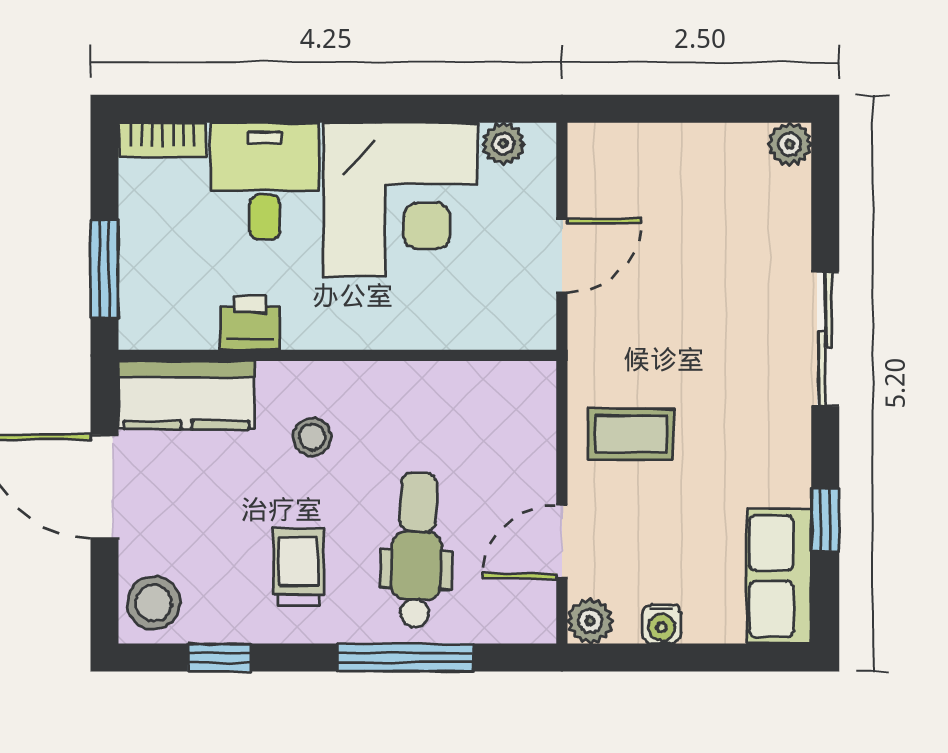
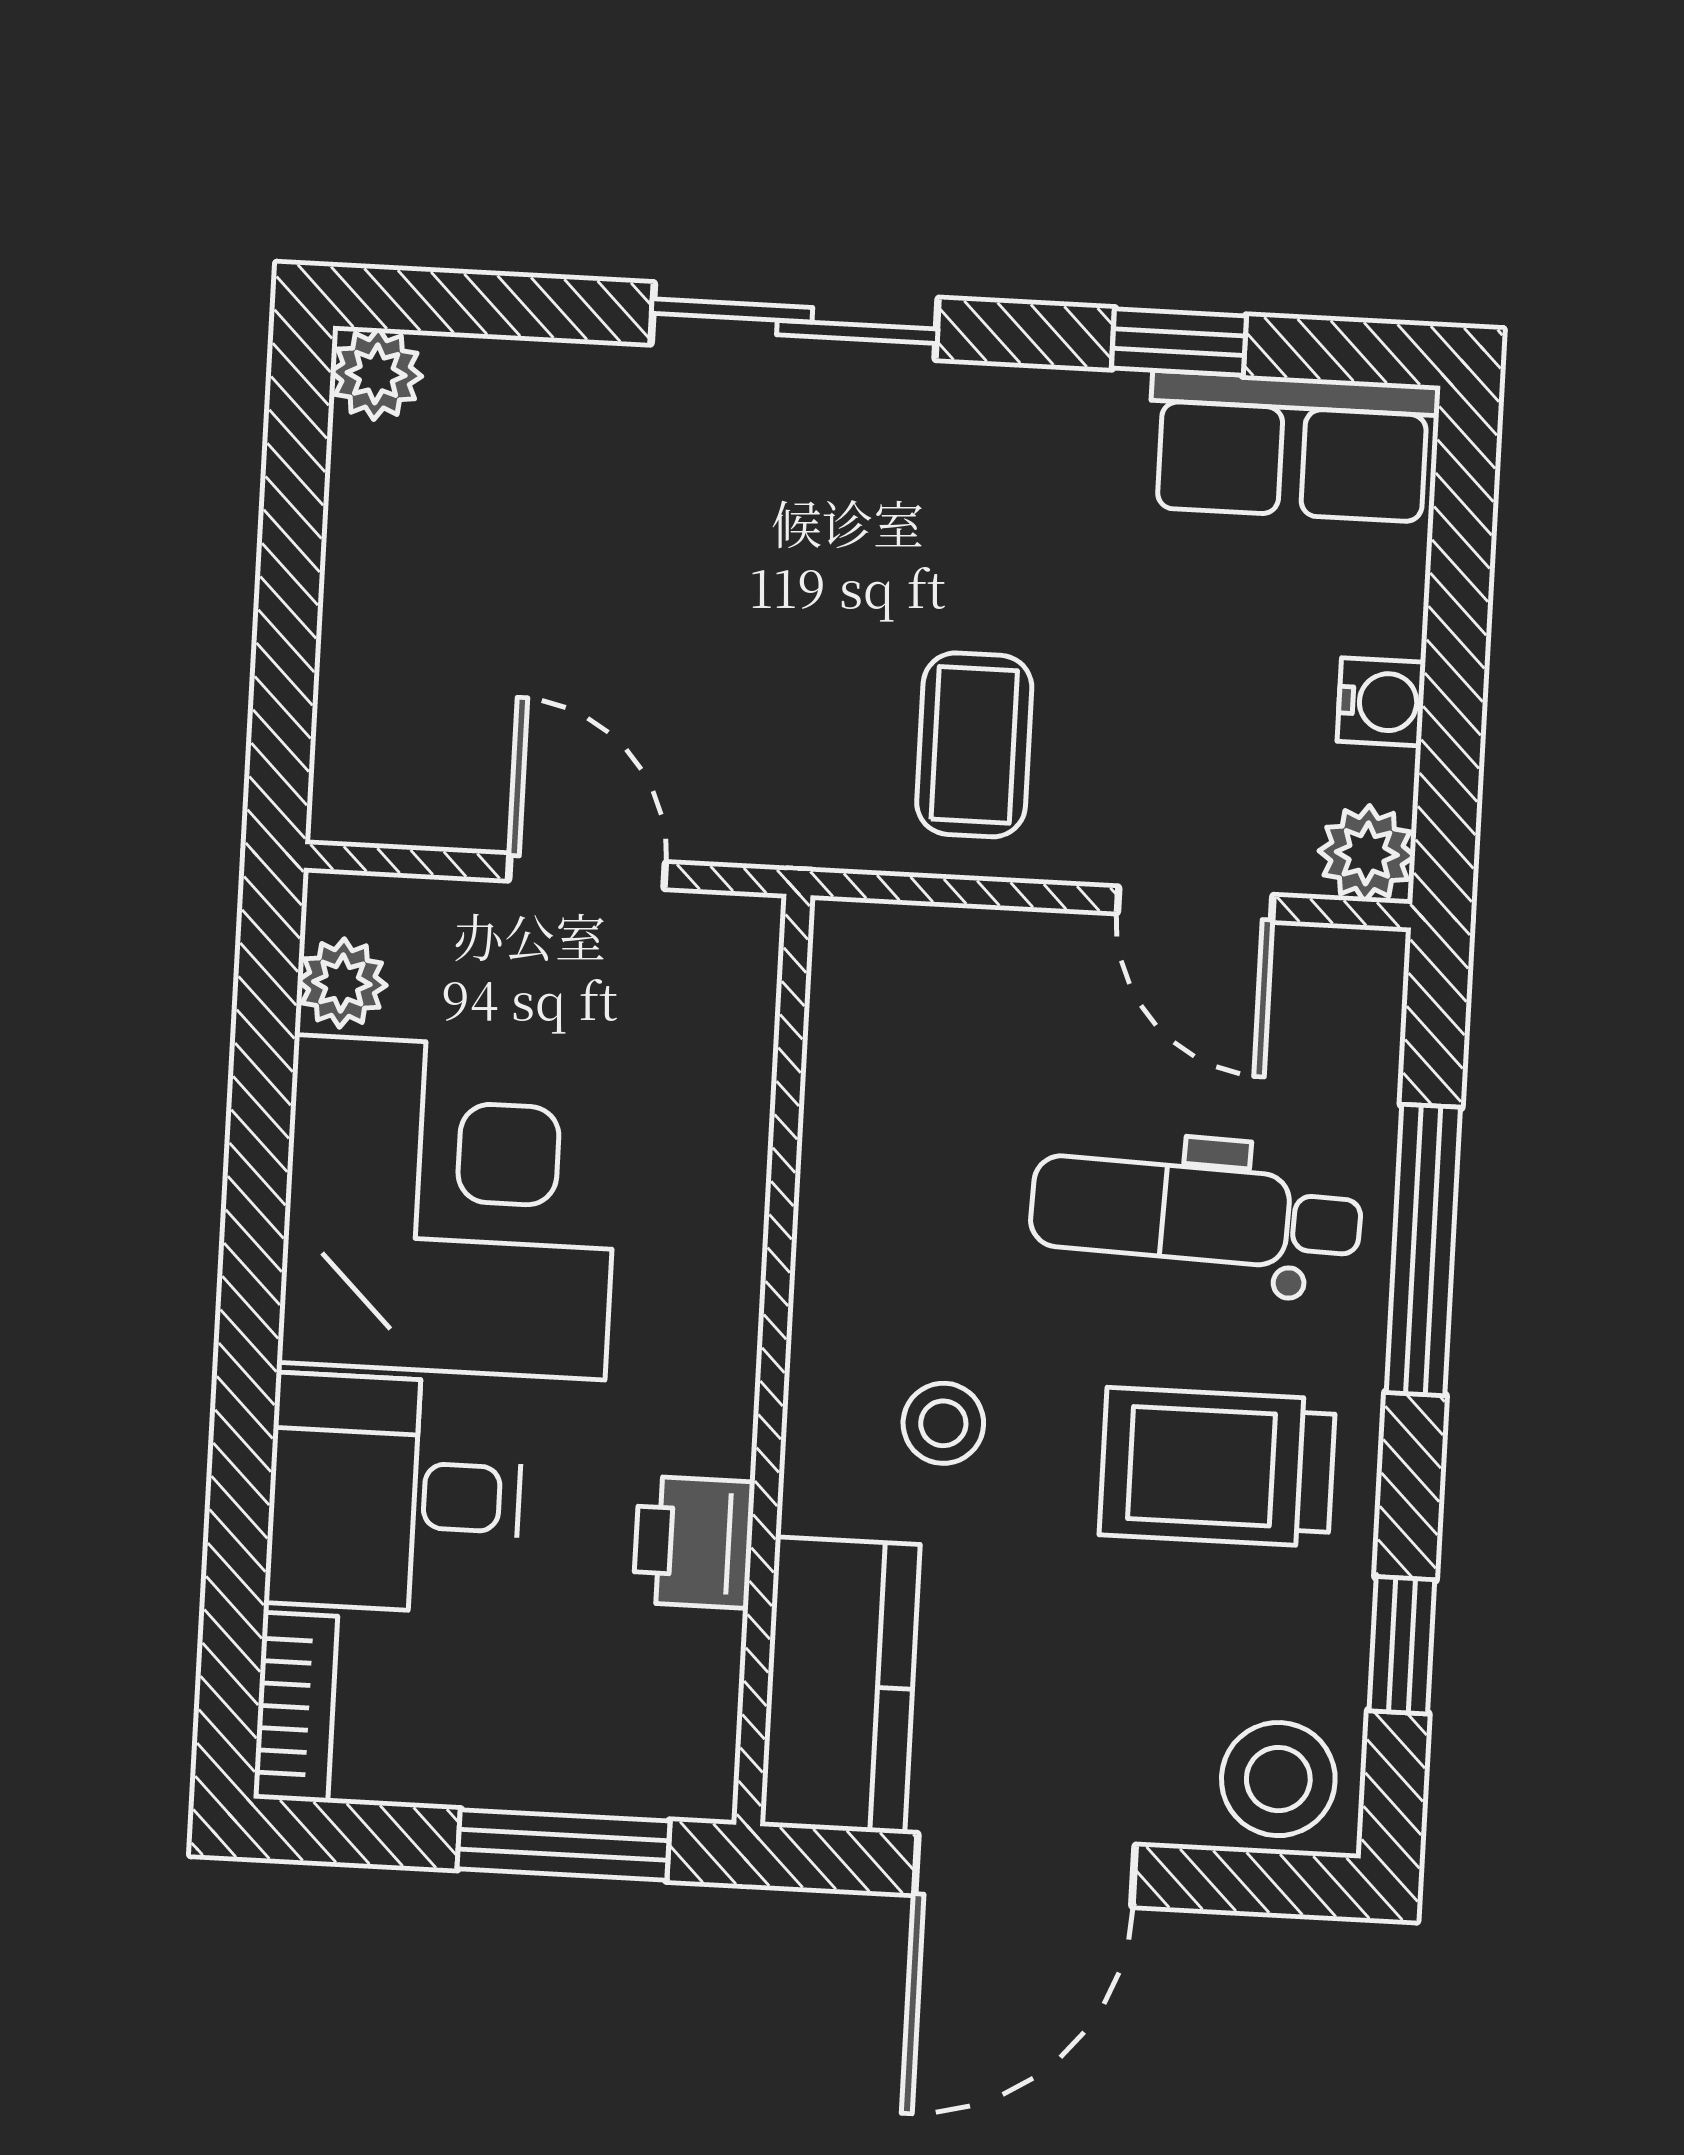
trolley: (298, 567) -> (1217, 1467), width x1.36, depth x1.39

